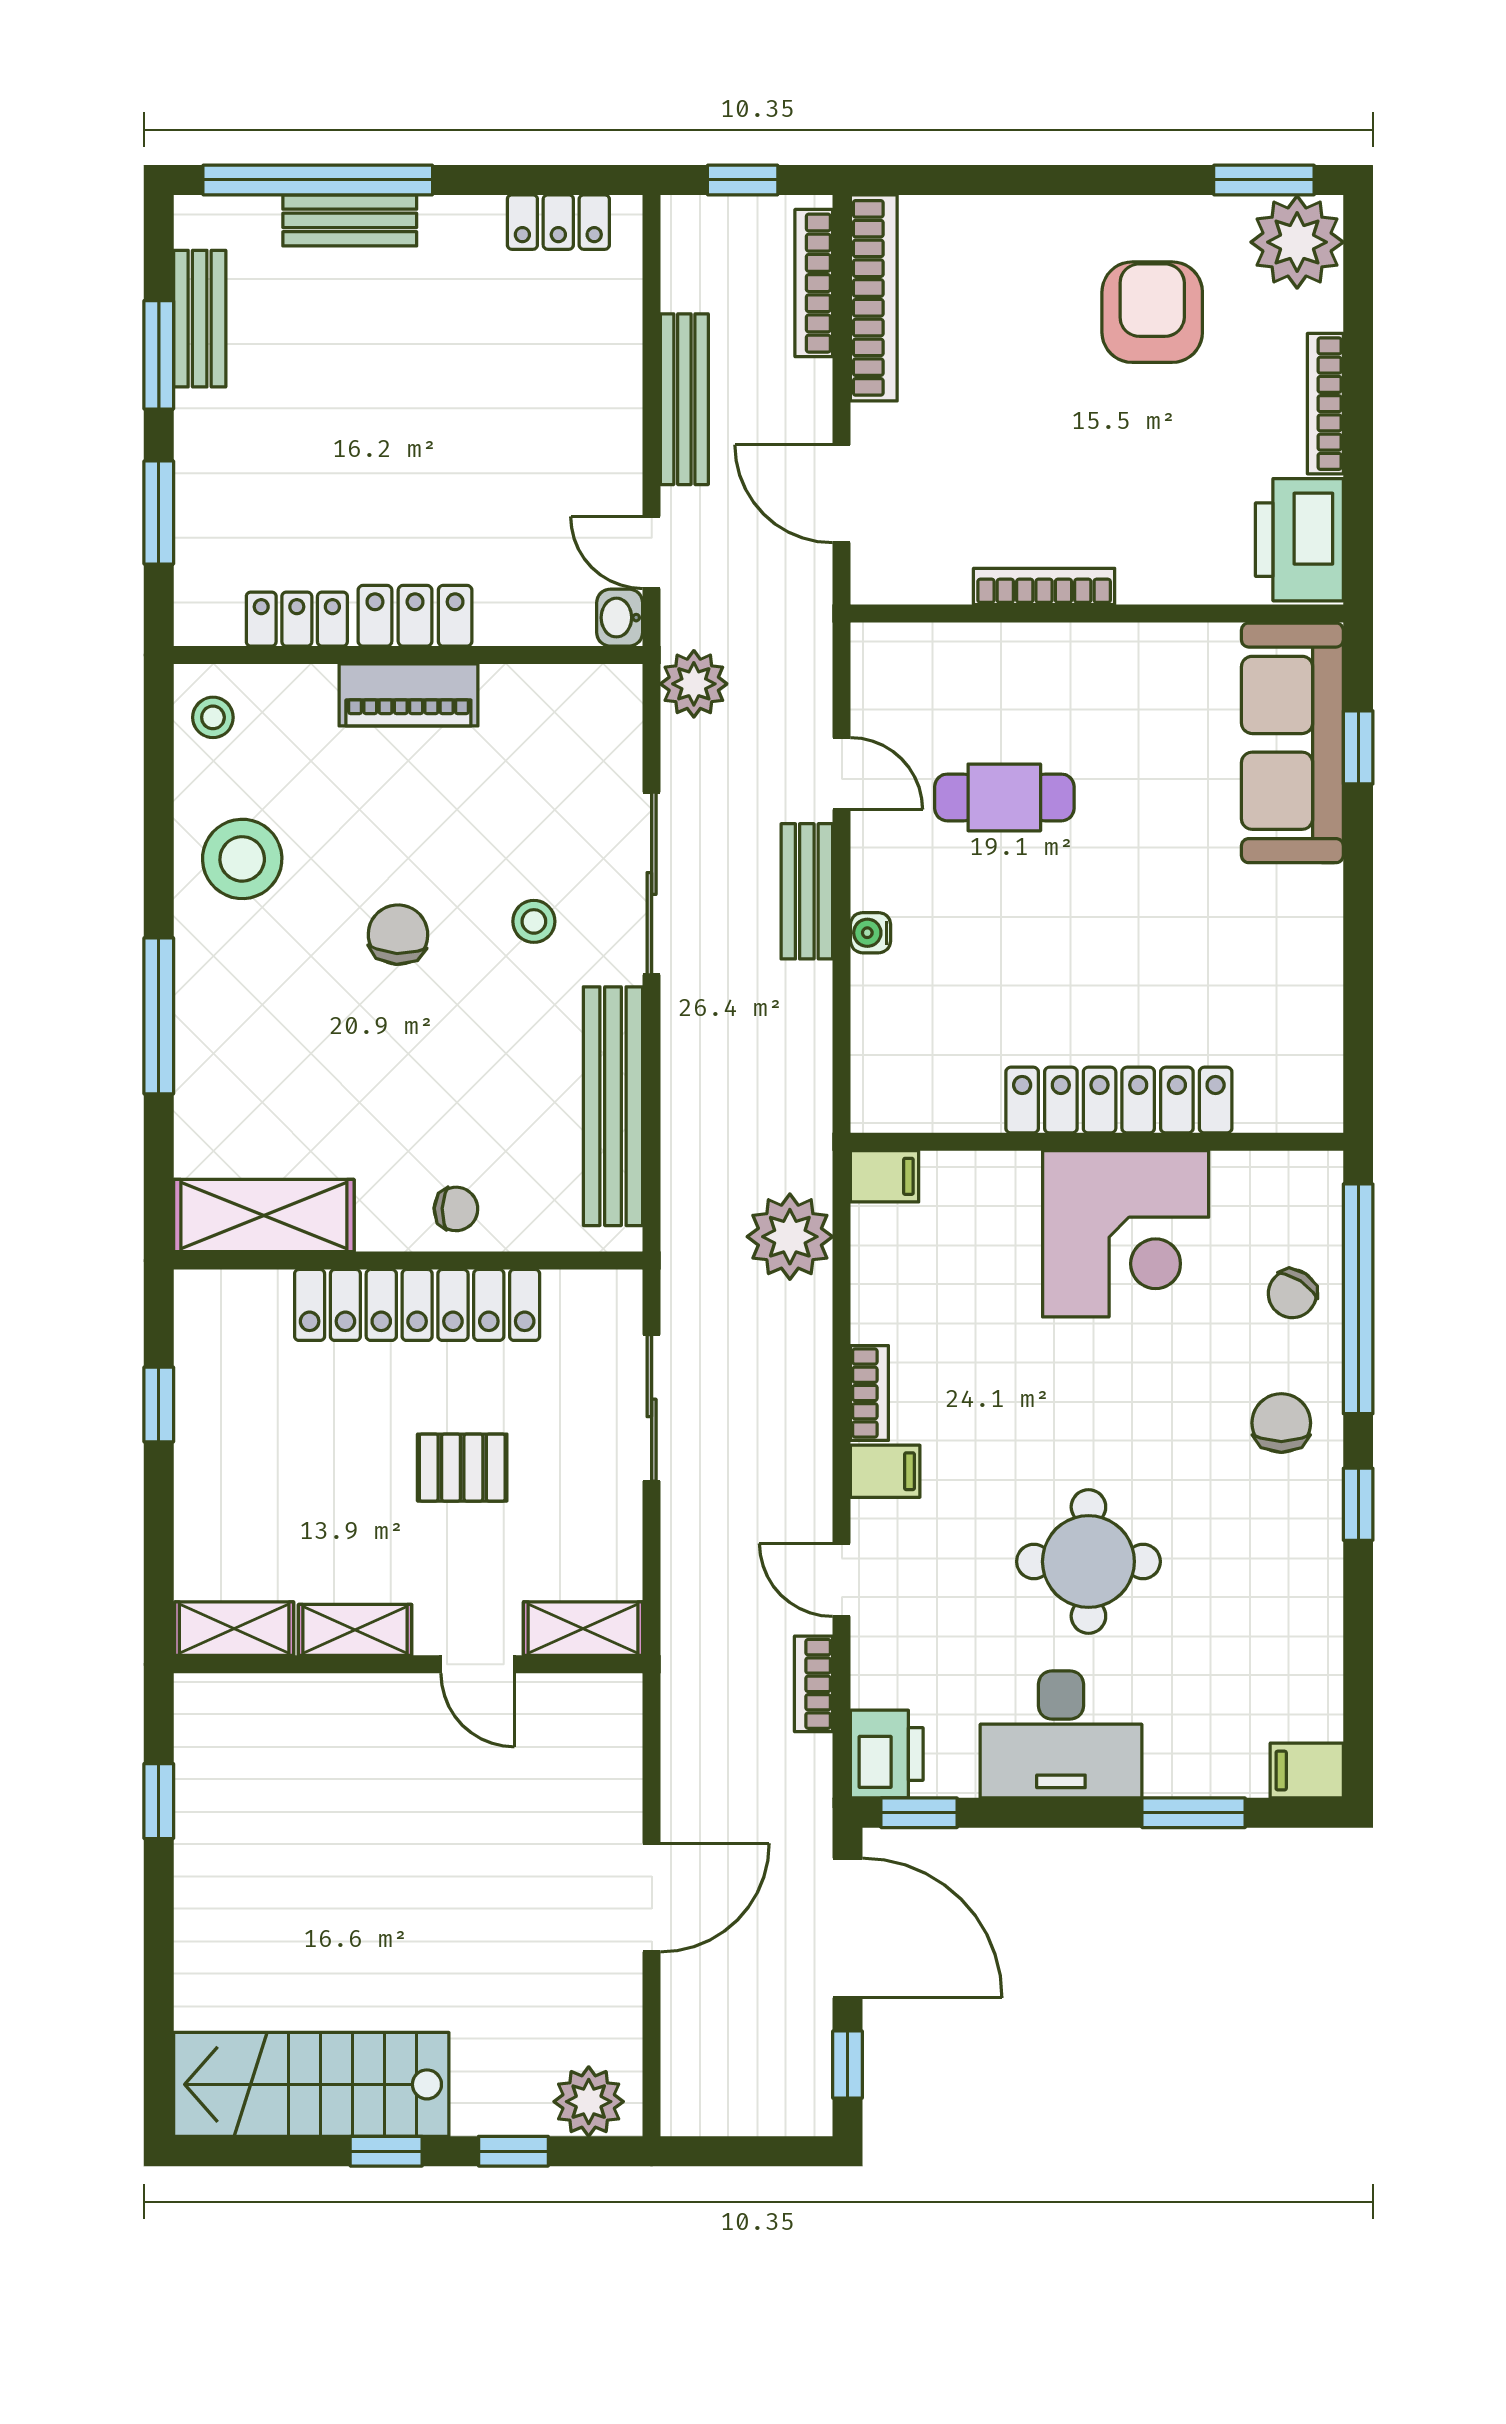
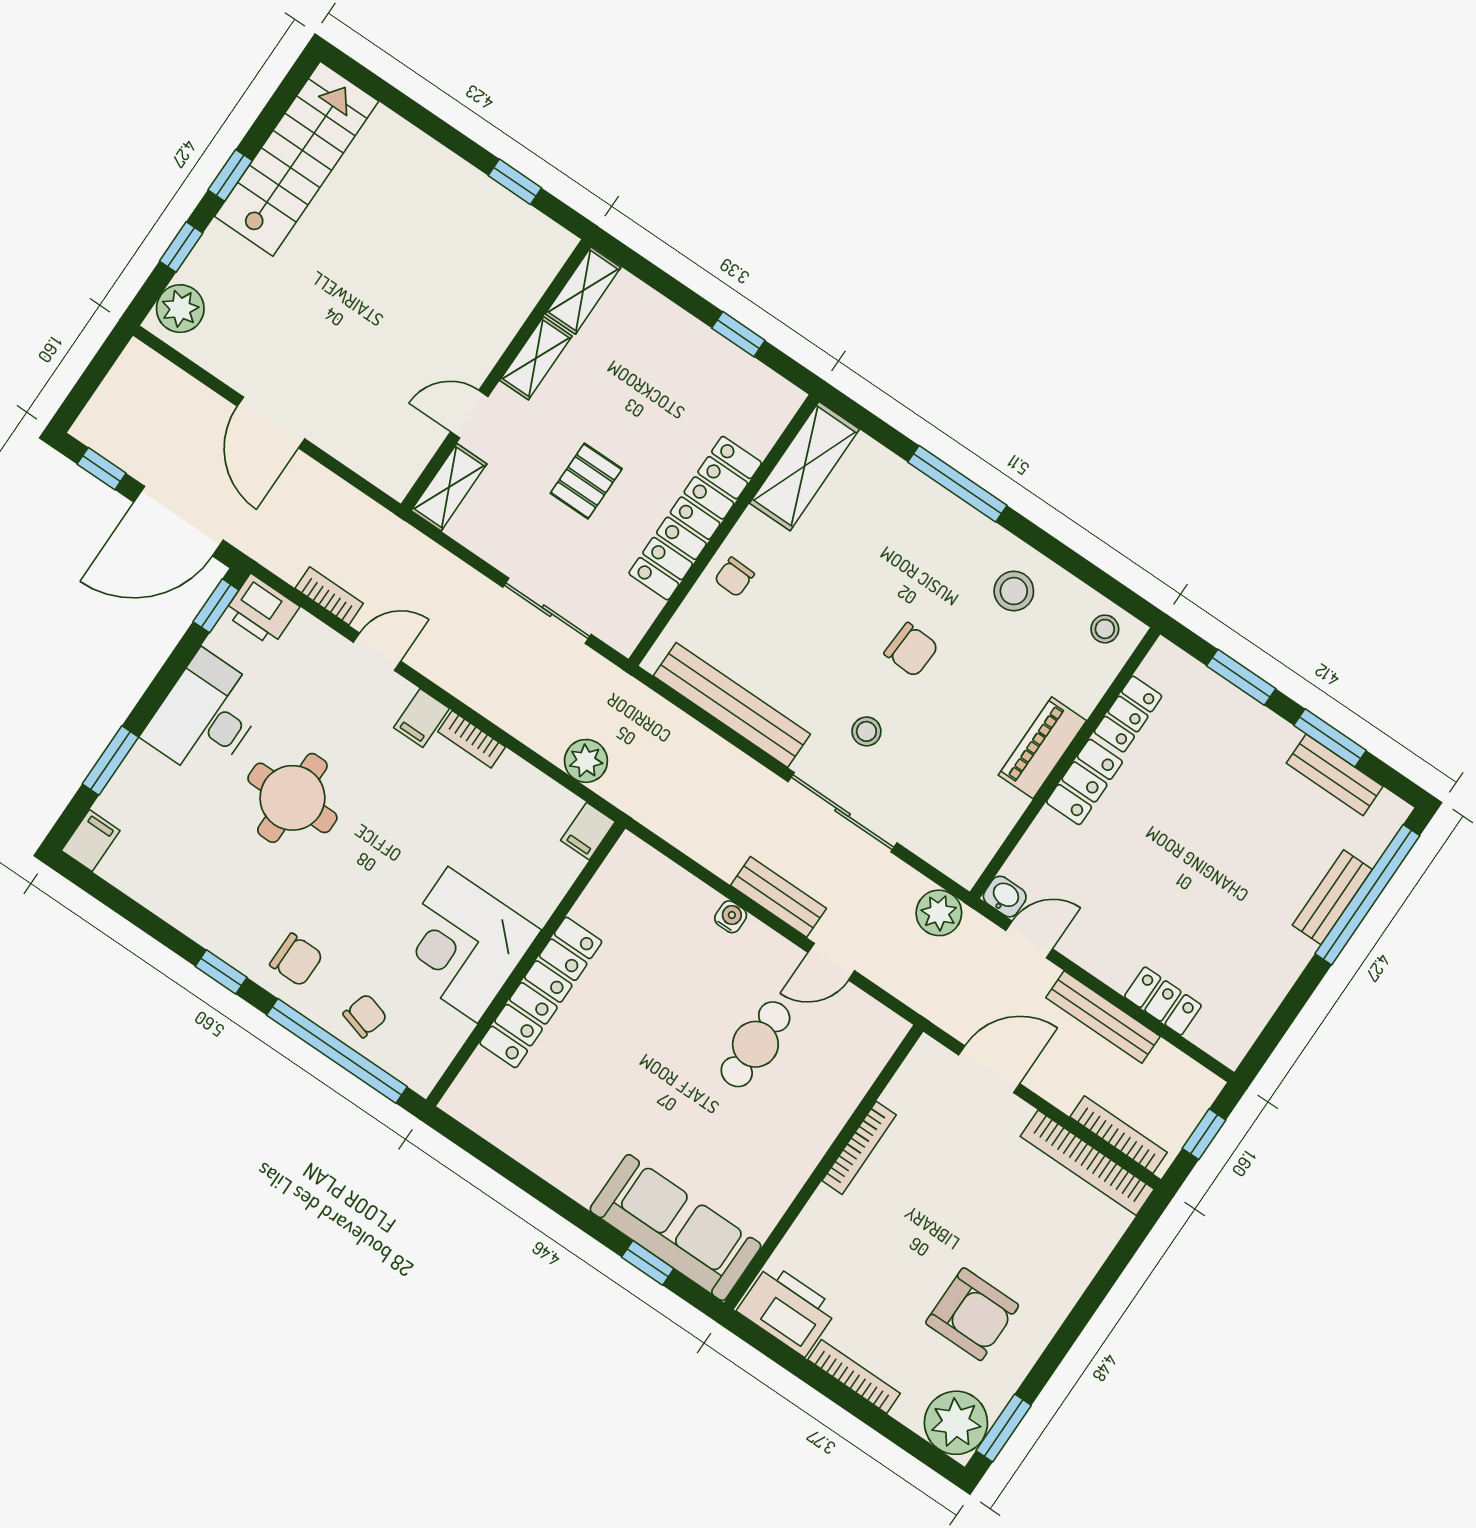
locker: (558, 222) -> (1163, 1001), moved, turned 90
stool: (242, 859) -> (1014, 591), width x0.73, depth x0.73
plant: (790, 1237) -> (586, 761), width x0.73, depth x0.73
chair: (1292, 1294) -> (365, 1016), turned 73

